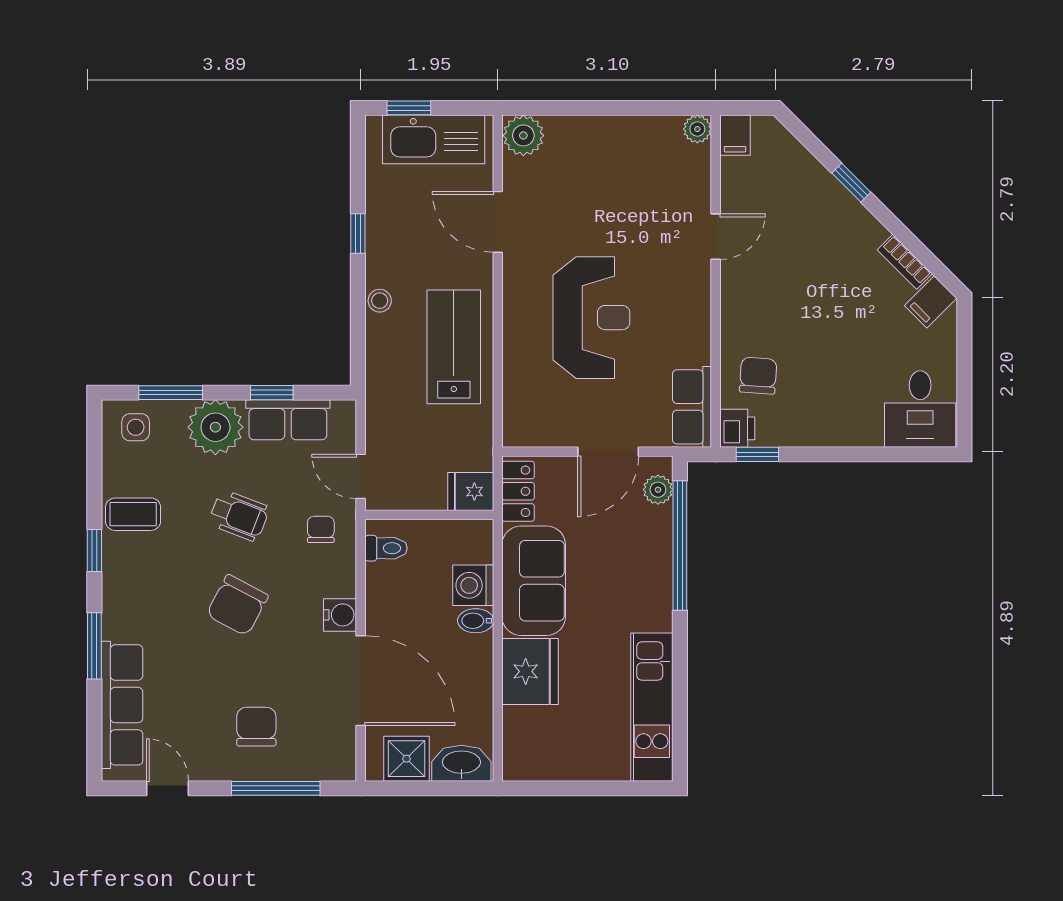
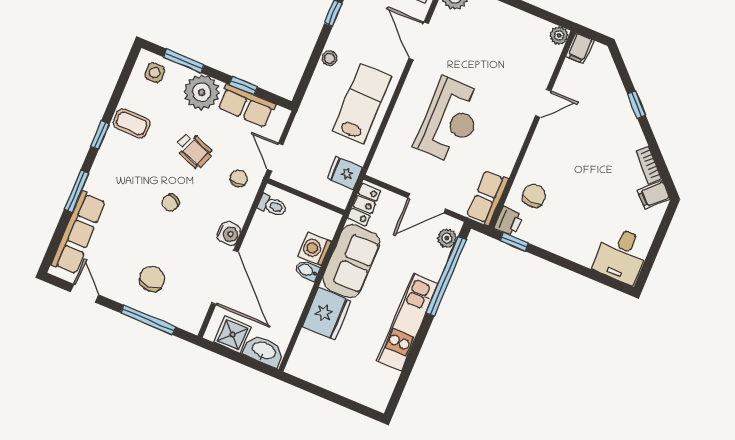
fridge: (471, 492) -> (345, 173), moved
chair: (237, 605) -> (171, 203), width x0.54, depth x0.54
kitchen unit: (652, 707) -> (408, 322), moved

